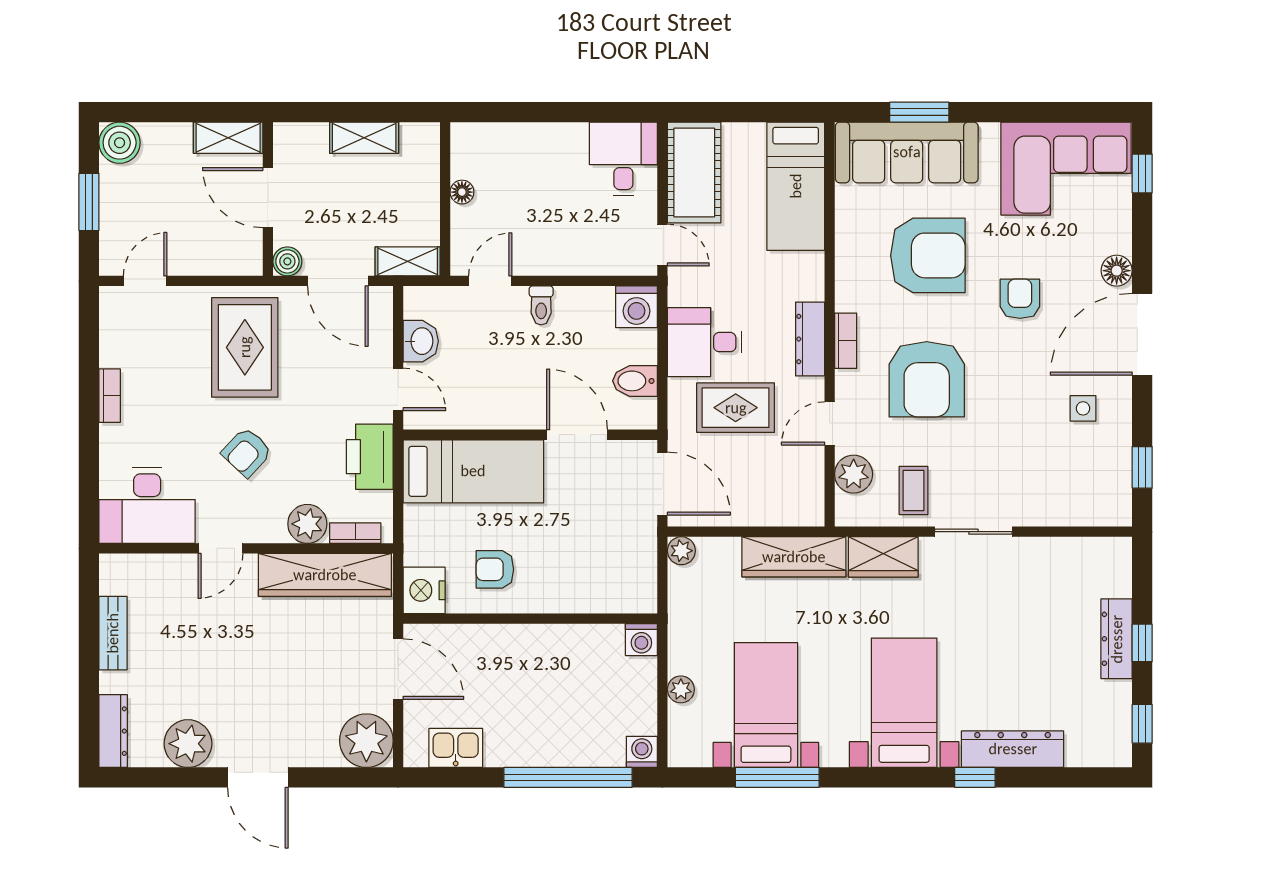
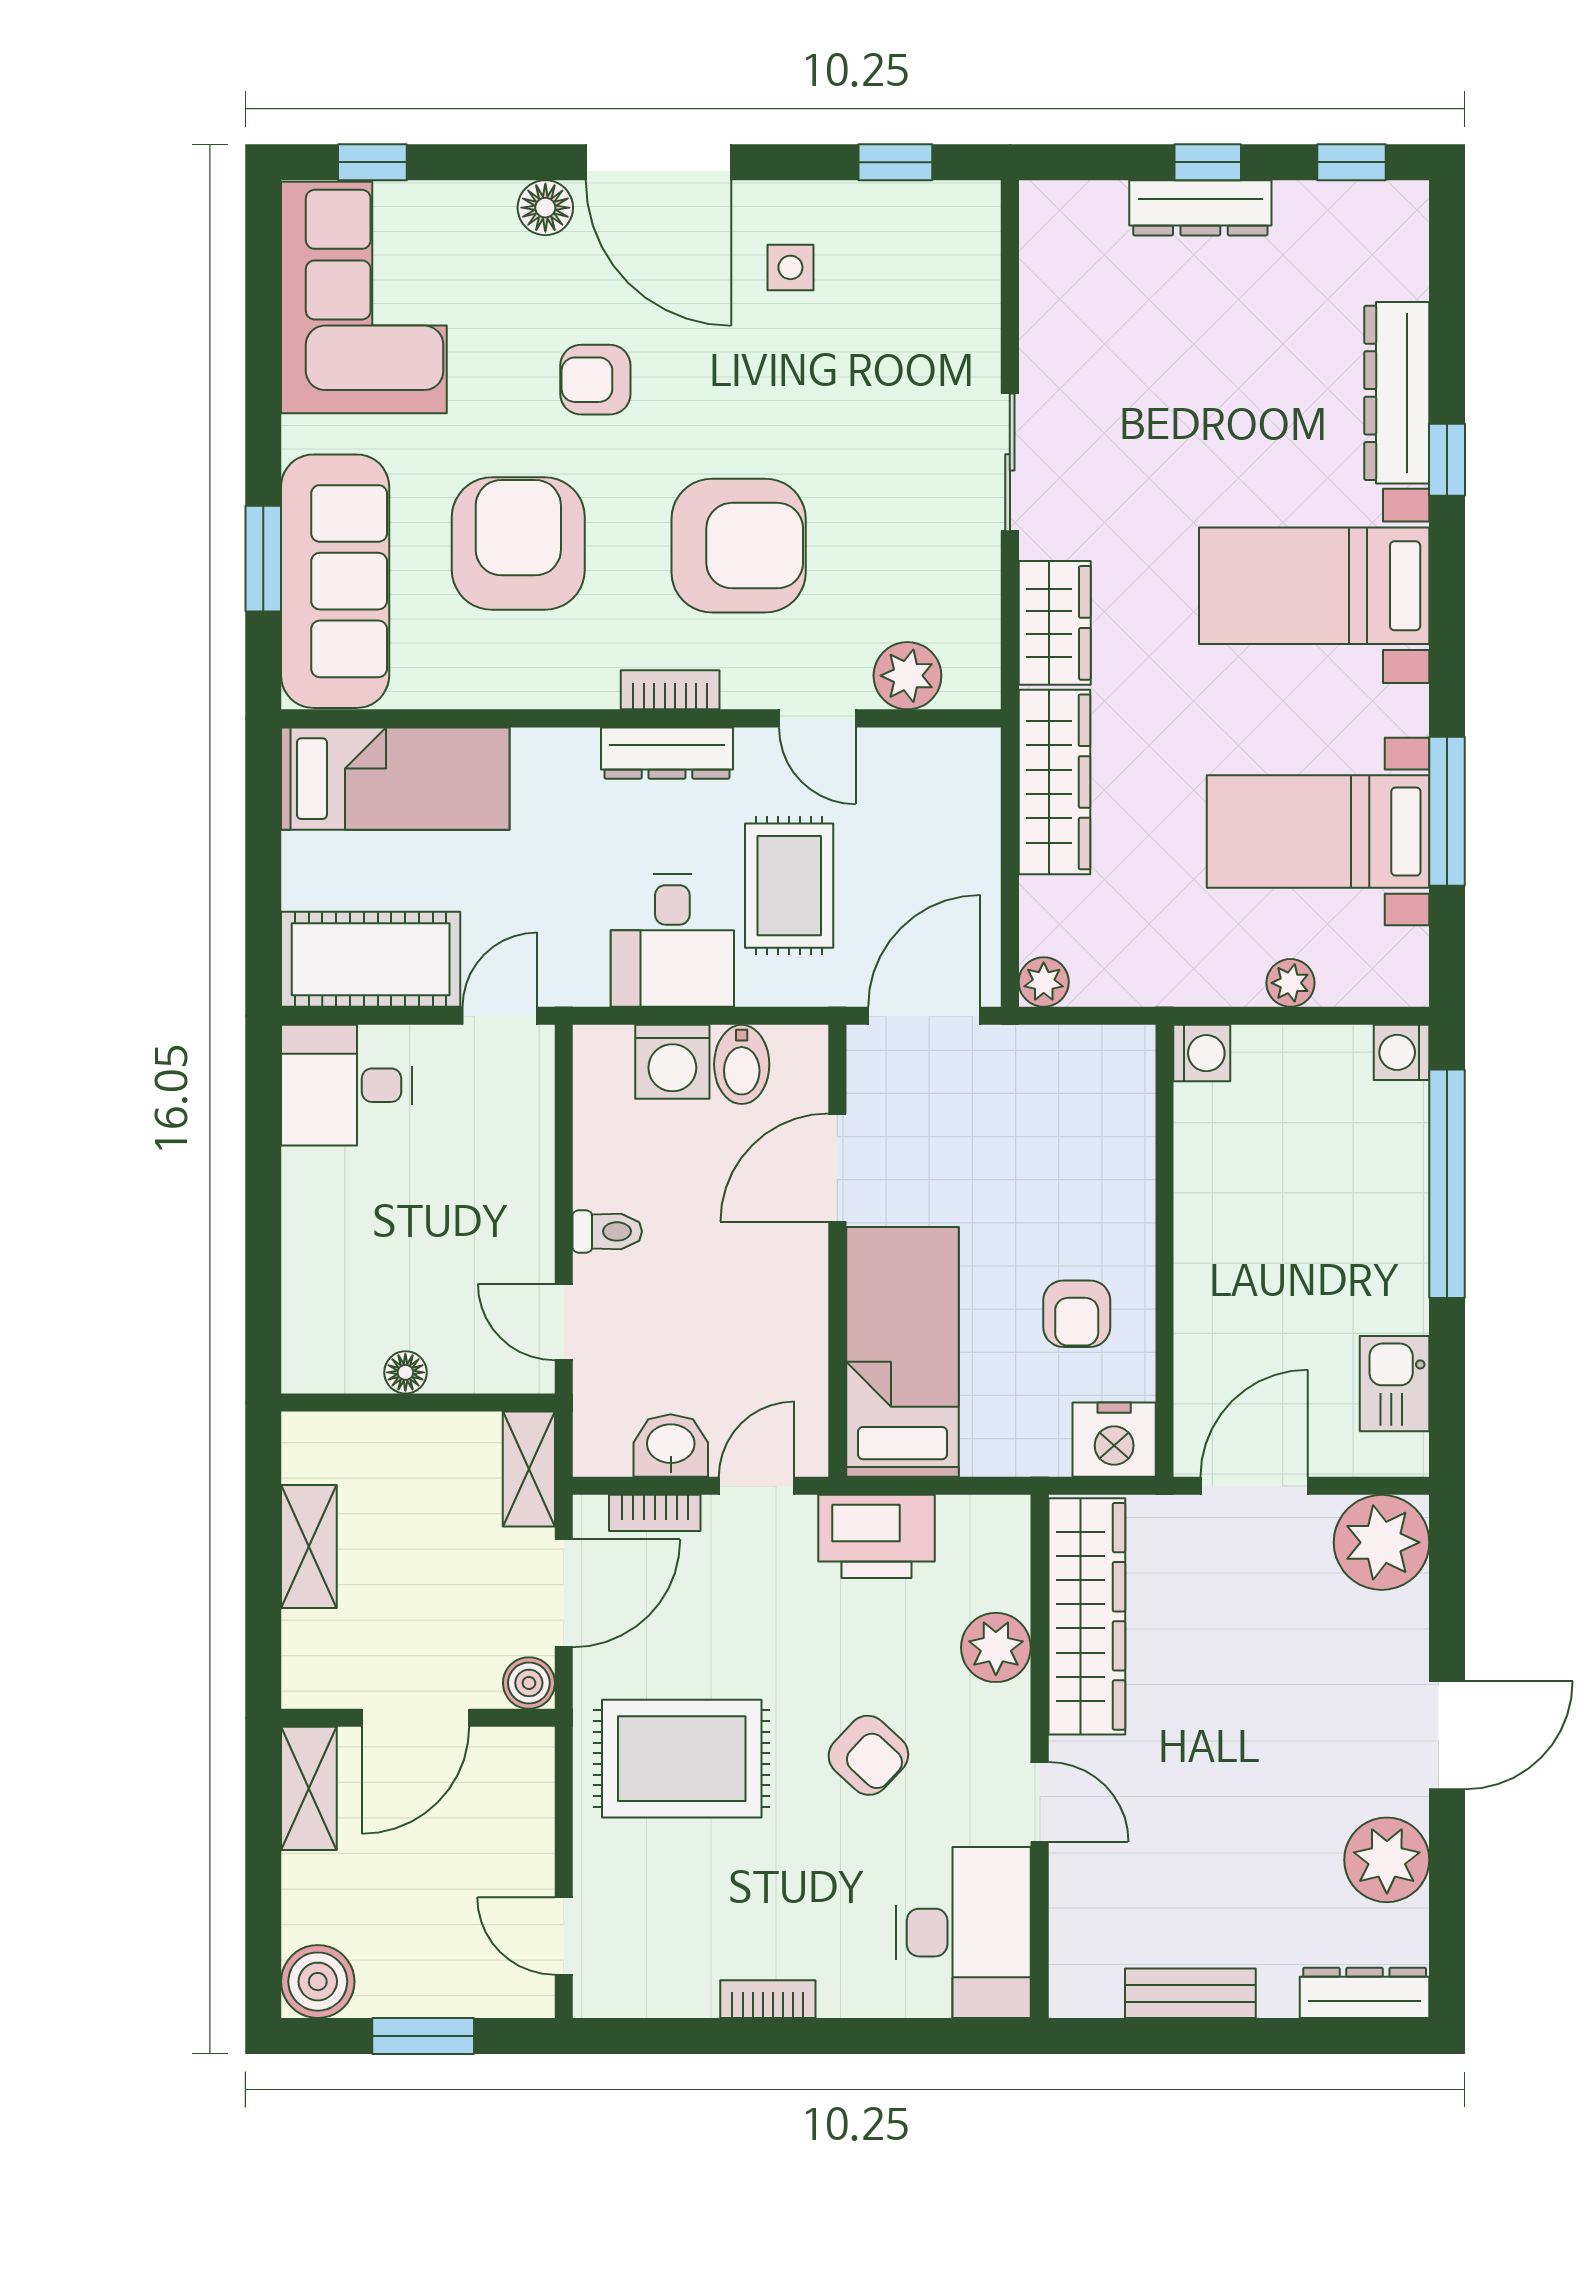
washing machine: (637, 307) -> (672, 1062), moved, turned 90
coffee table: (913, 491) -> (937, 569), removed
bookcase: (355, 533) -> (655, 1513), moved, turned -90

